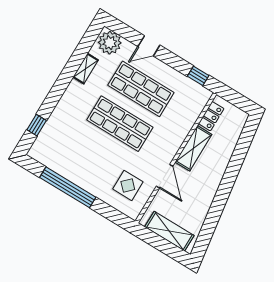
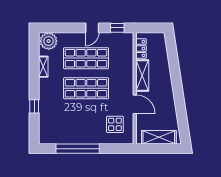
door: (149, 46) -> (92, 28), moved
window: (37, 125) -> (34, 106), moved

